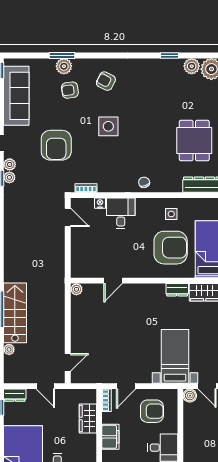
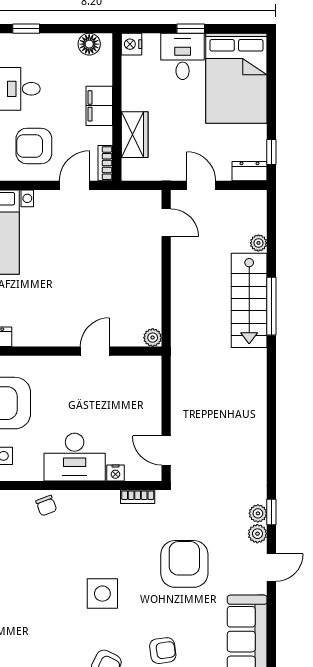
desk: (121, 213) -> (75, 457), width x1.37
door: (68, 362) -> (166, 223), swing flipped

